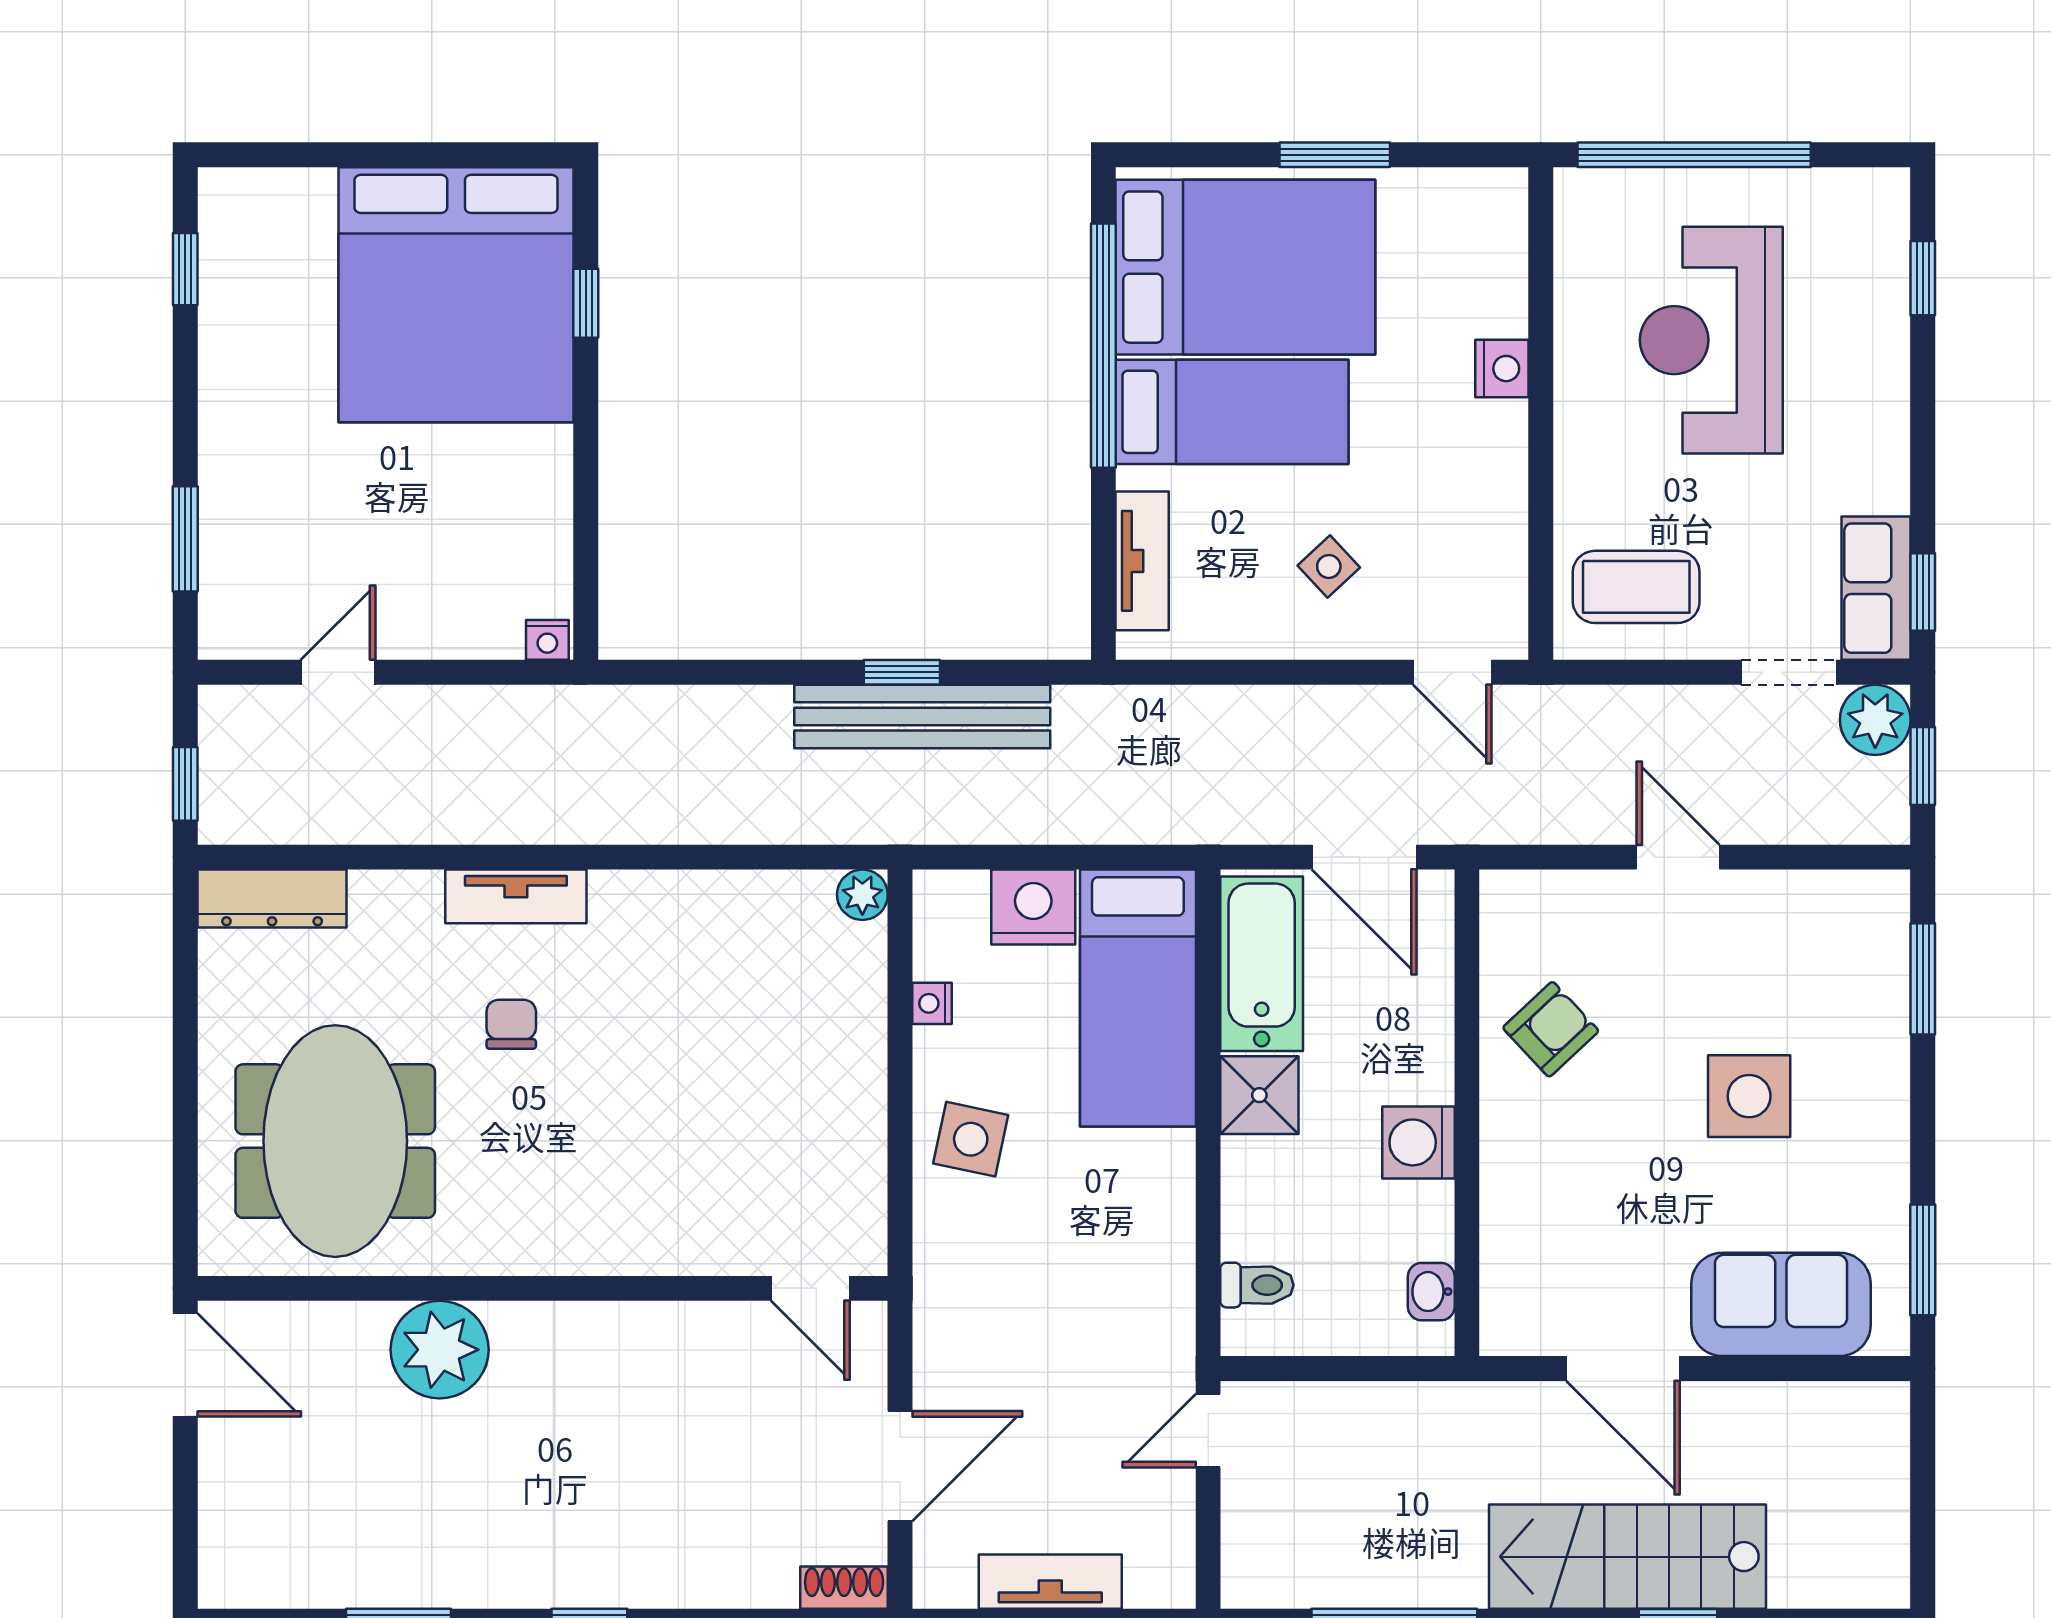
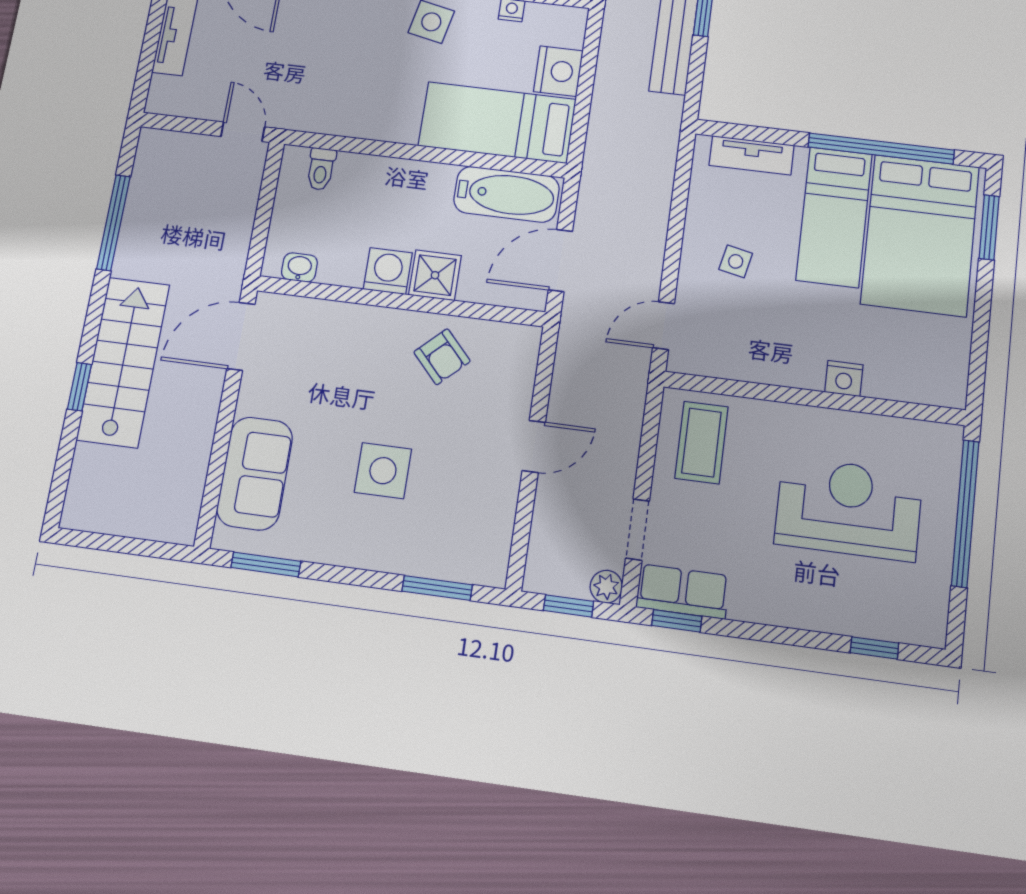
window: (1335, 155) -> (989, 227), moved
side table: (1329, 566) -> (736, 261), turned -35
plant: (1875, 720) -> (606, 587), width x0.73, depth x0.73
shower: (1259, 1095) -> (435, 275), moved
door: (1623, 1369) -> (241, 336), moved

